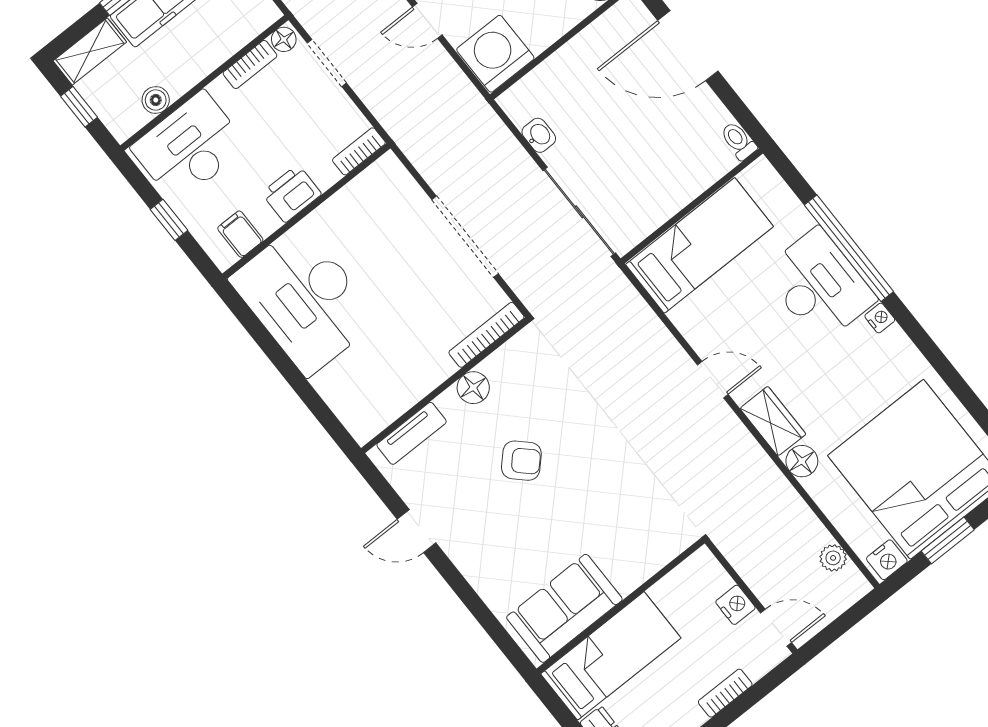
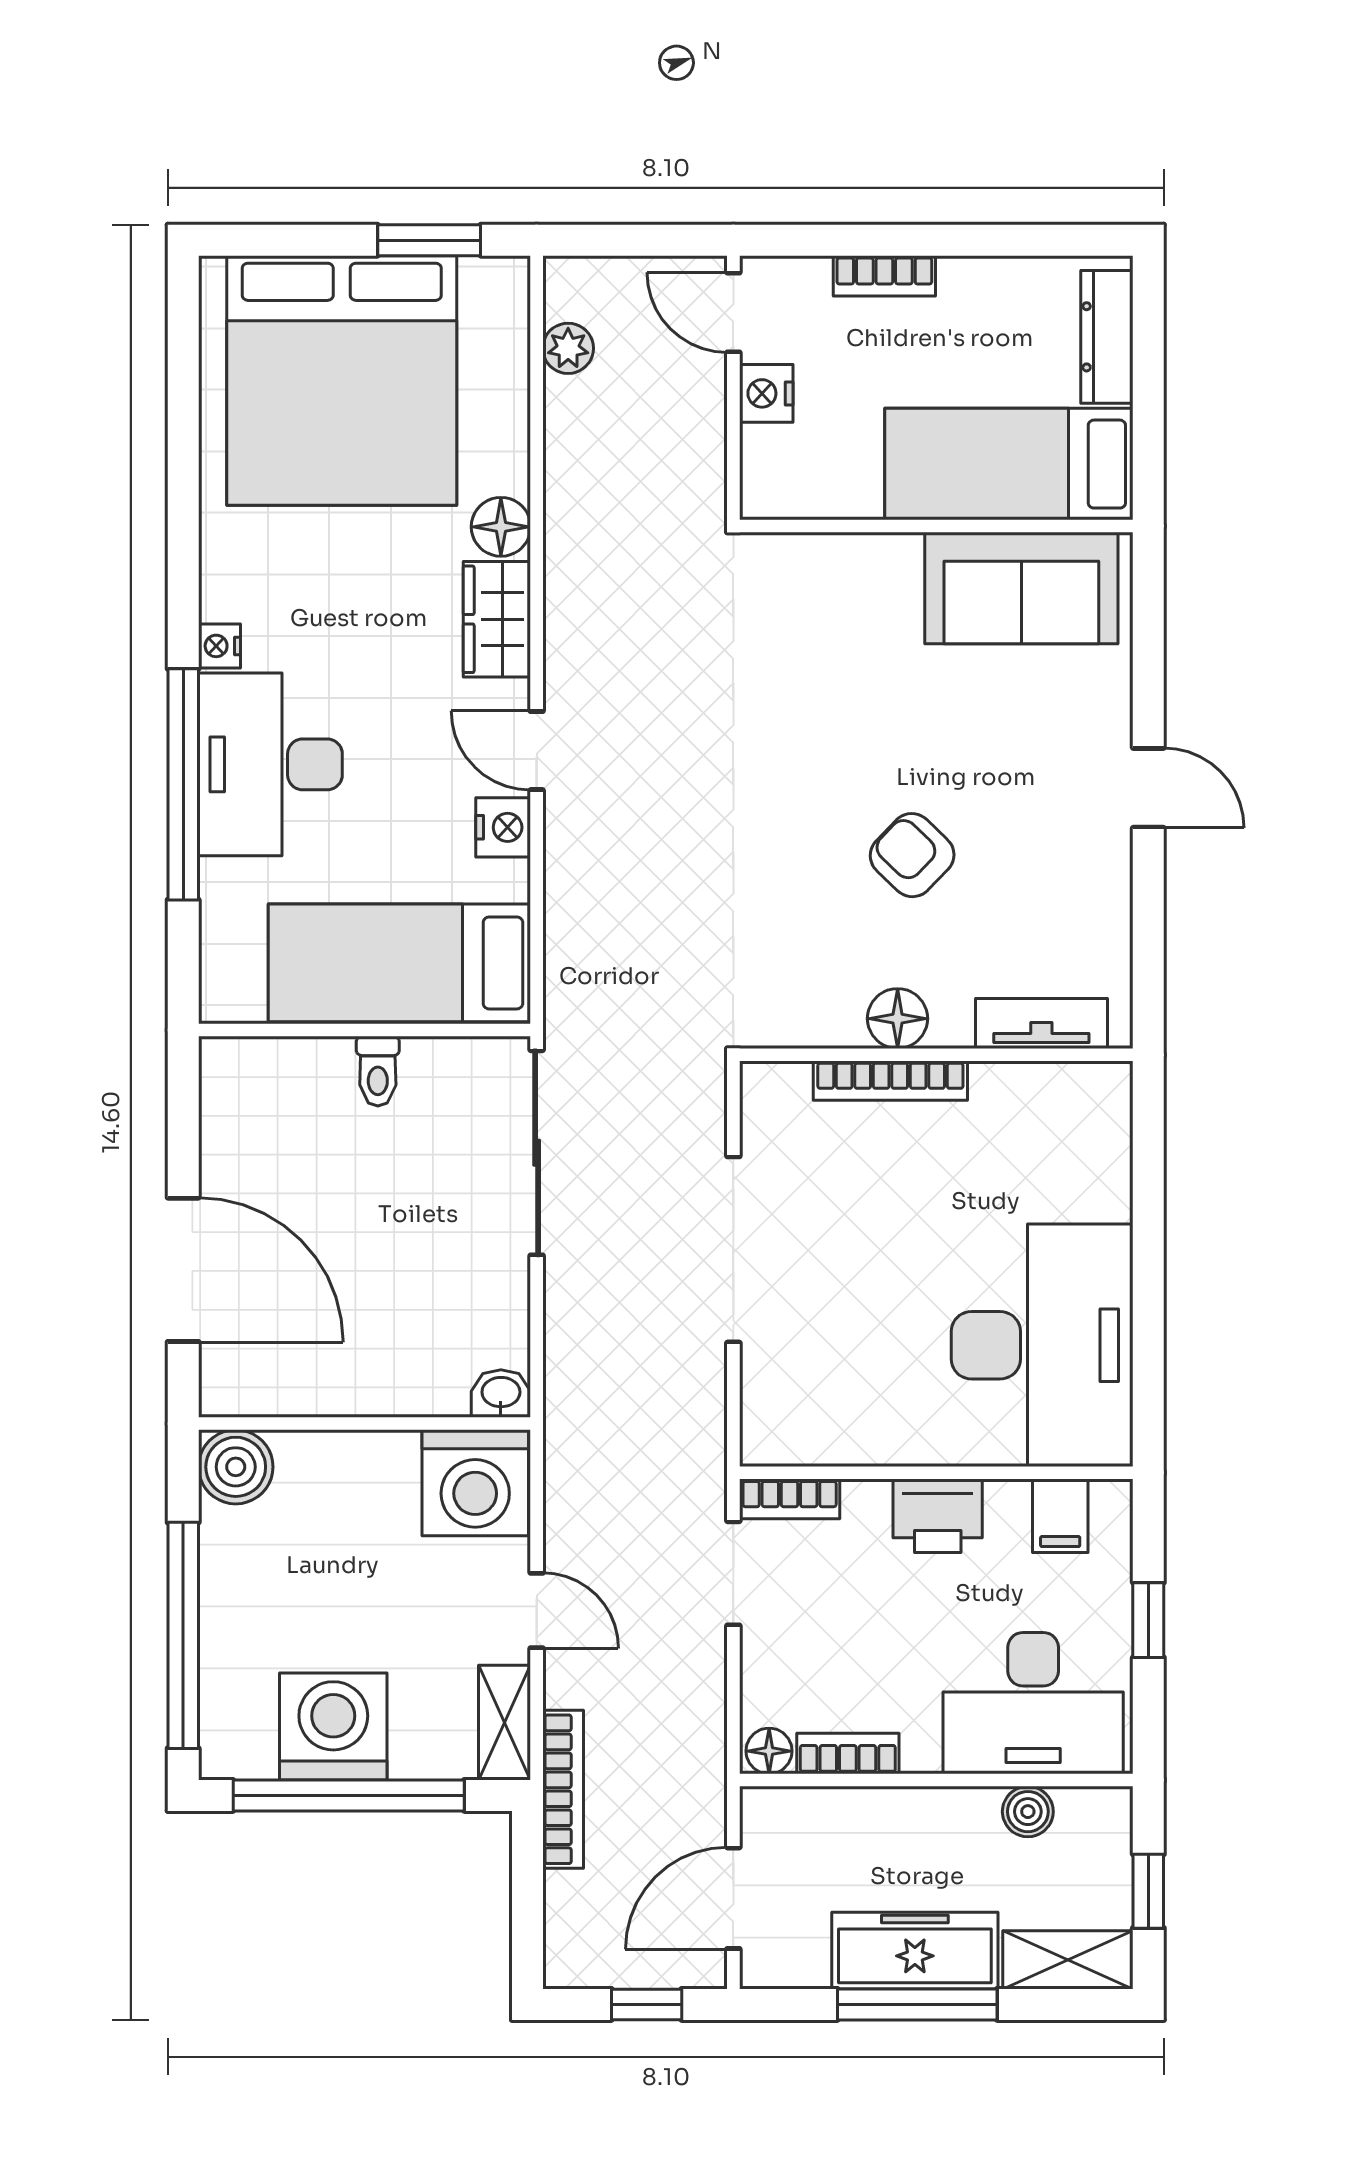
doorway: (327, 63) -> (733, 1573), moved
washbasin: (539, 135) -> (501, 1393), moved, turned 90
toilet: (738, 141) -> (378, 1071), moved
bookcase: (486, 335) -> (890, 1081), moved
door: (417, 531) -> (1148, 788), moved
window: (948, 540) -> (429, 240), moved
nightstand: (887, 560) -> (503, 827), moved, turned 90

